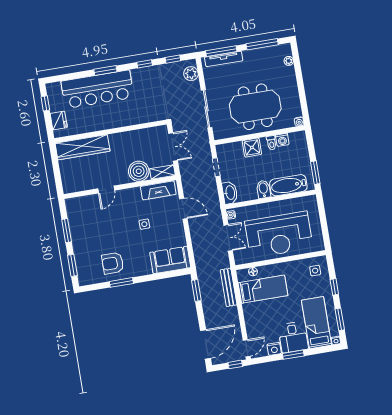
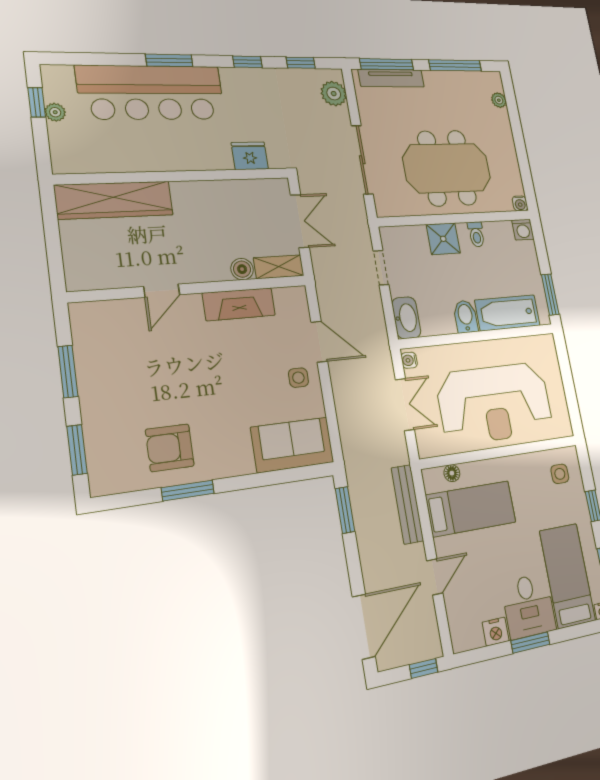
plant: (54, 107) -> (55, 112), added
fridge: (59, 120) -> (250, 156), moved, turned -90
washing machine: (282, 140) -> (523, 230), moved
boiler: (139, 171) -> (242, 269), width x0.54, depth x0.54
fireplace: (158, 190) -> (239, 304), moved
side table: (144, 224) -> (298, 378), moved
door: (247, 348) -> (435, 577), moved

